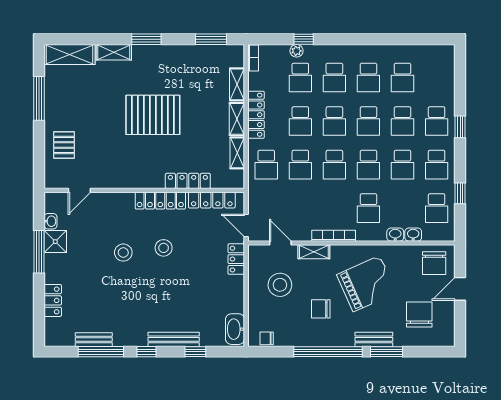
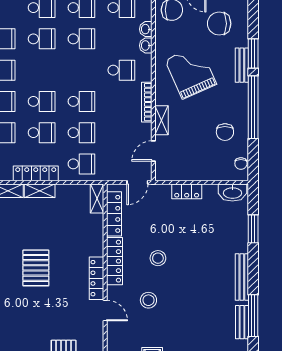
pallet: (153, 115) -> (36, 268), width x0.73, depth x0.71
school desk: (368, 121) -> (42, 70), removed
shelving: (237, 153) -> (97, 199), moved, turned 90
school desk: (368, 165) -> (81, 70), removed
locker: (188, 181) -> (96, 278), moved
door: (79, 190) -> (105, 311), moved
stool: (123, 253) -> (148, 300), moved
locker: (236, 259) -> (187, 191), moved
stool: (280, 285) -> (192, 151), removed
chair: (321, 309) -> (225, 132), moved
bench: (174, 339) -> (242, 277), moved
window: (147, 352) -> (253, 274), removed
window: (195, 352) -> (253, 229), width x1.50

